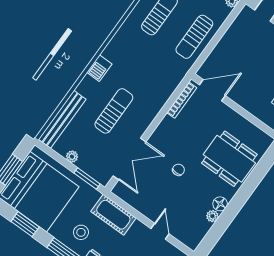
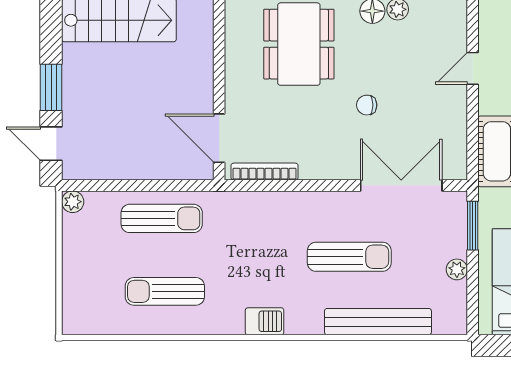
barbecue: (99, 68) -> (265, 321), moved
sun lounger: (114, 111) -> (349, 257), turned 180
bench: (62, 119) -> (378, 322), moved

